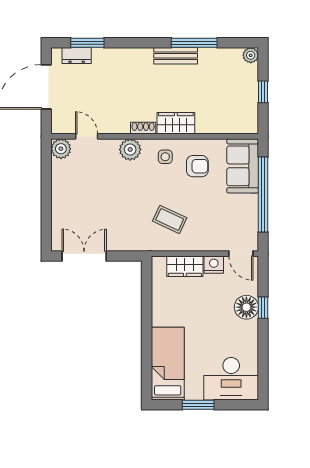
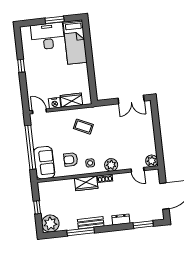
plant: (251, 55) -> (50, 224), width x1.87, depth x1.87
dresser: (77, 56) -> (121, 219), moved
floor lamp: (246, 307) -> (33, 80), removed
window: (263, 308) -> (21, 66), moved
desk: (231, 379) -> (48, 36), moved

